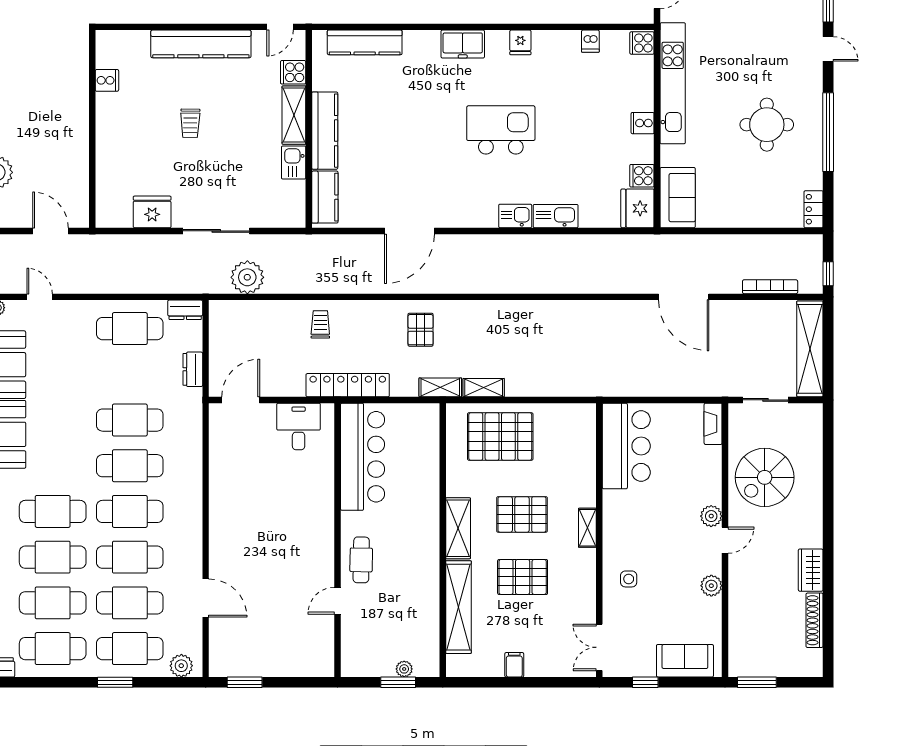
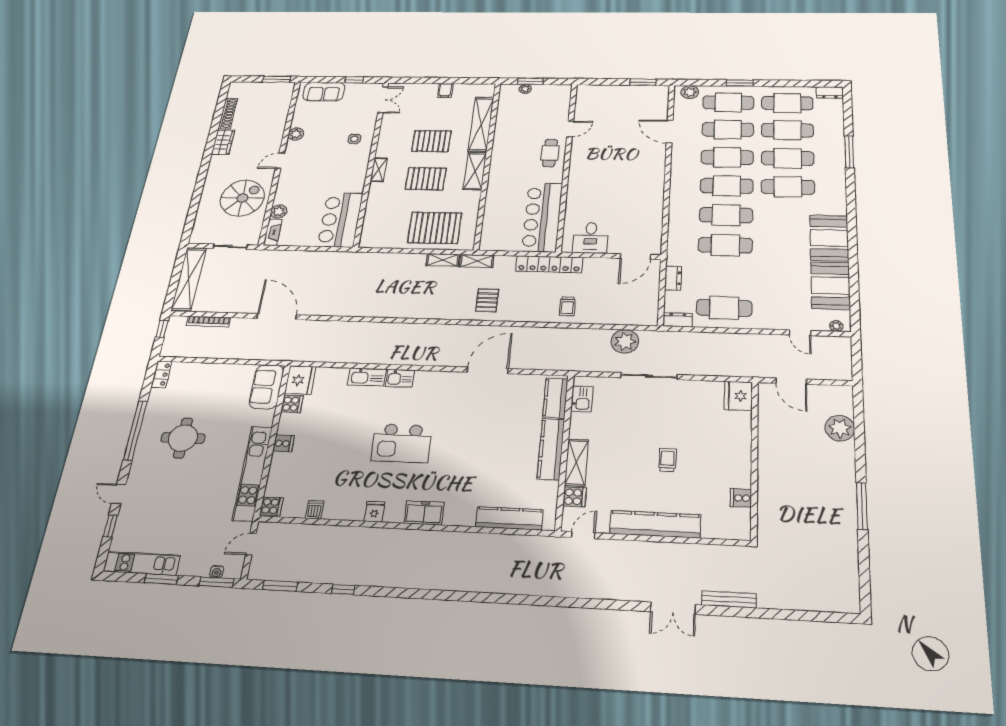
kitchen sink: (294, 163) -> (582, 399), moved
fridge: (152, 212) -> (738, 396), moved, turned 90
plant: (711, 516) -> (279, 211), moved

